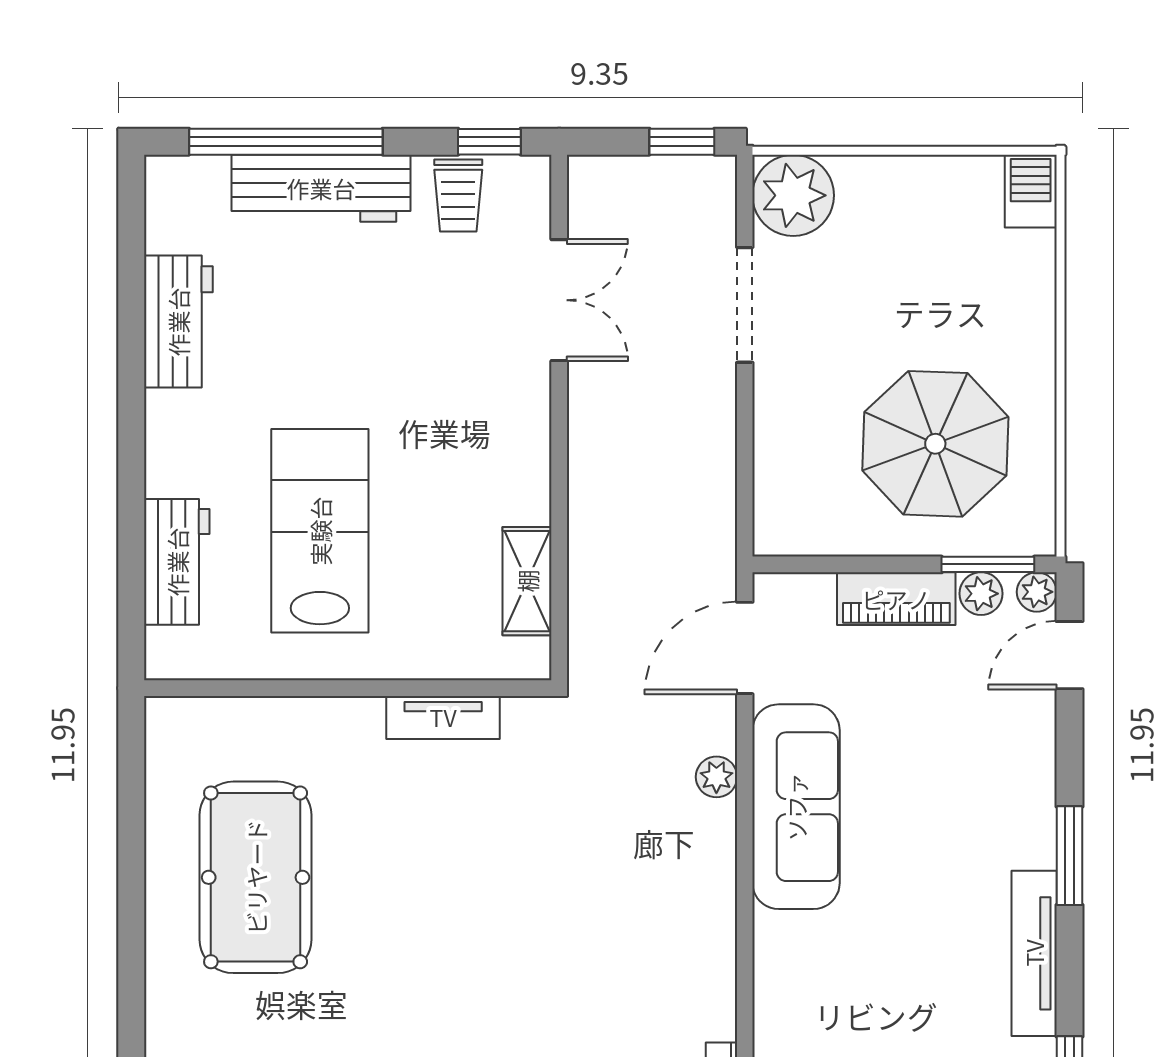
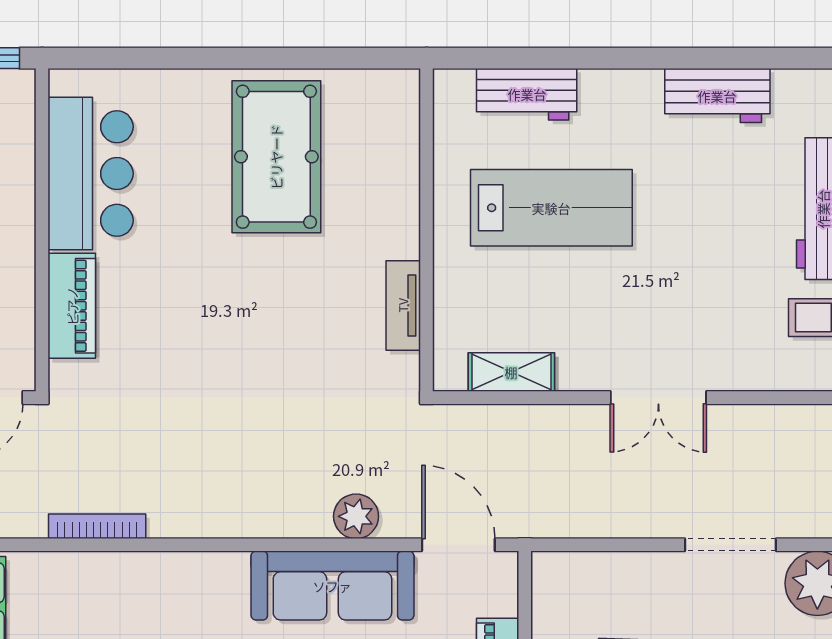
double door: (559, 300) -> (658, 398), moved
plant: (716, 777) -> (356, 516), width x1.38, depth x1.38
pool table: (256, 877) -> (276, 157), turned 90

